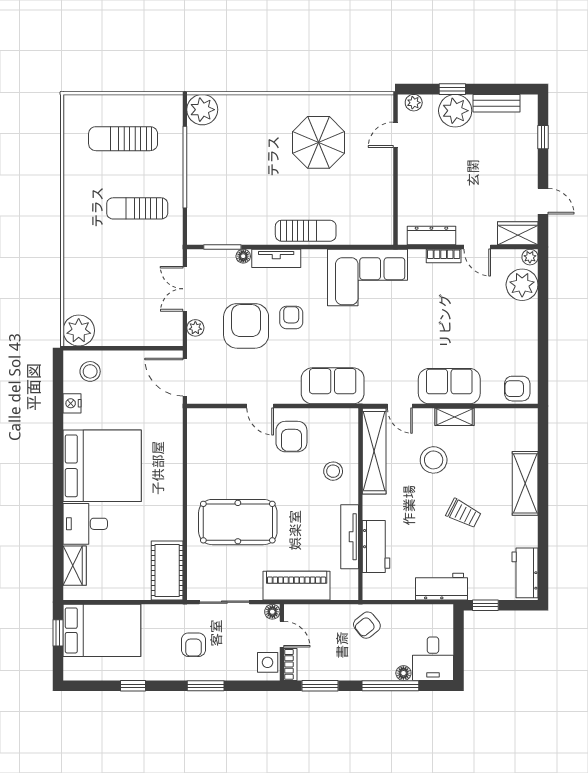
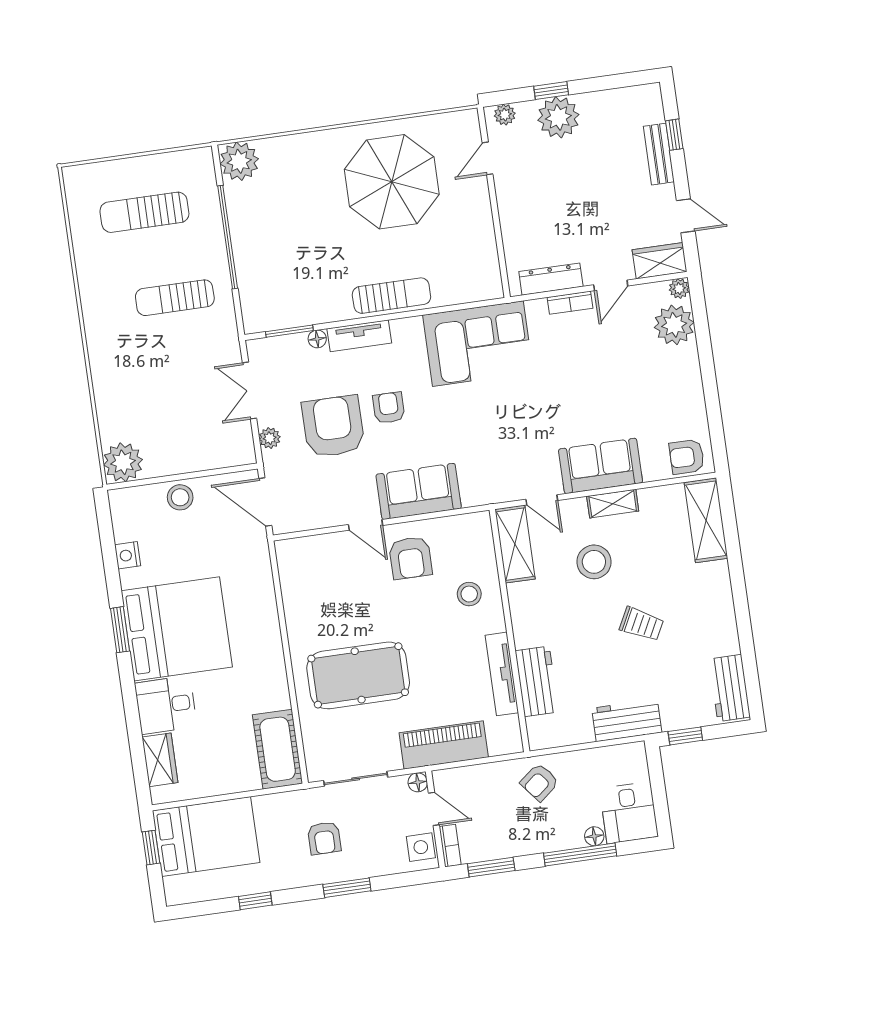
bench: (497, 103) -> (659, 154), moved, turned 90
parasol: (318, 142) -> (392, 182), width x1.36, depth x1.36
door: (477, 247) -> (611, 285), hinge flipped
stool: (90, 371) -> (180, 497), moved
sofa: (333, 386) -> (419, 491), moved
shelving: (374, 451) -> (515, 544), width x0.68
window: (58, 460) -> (120, 630), added
shelving: (525, 483) -> (706, 520), moved

